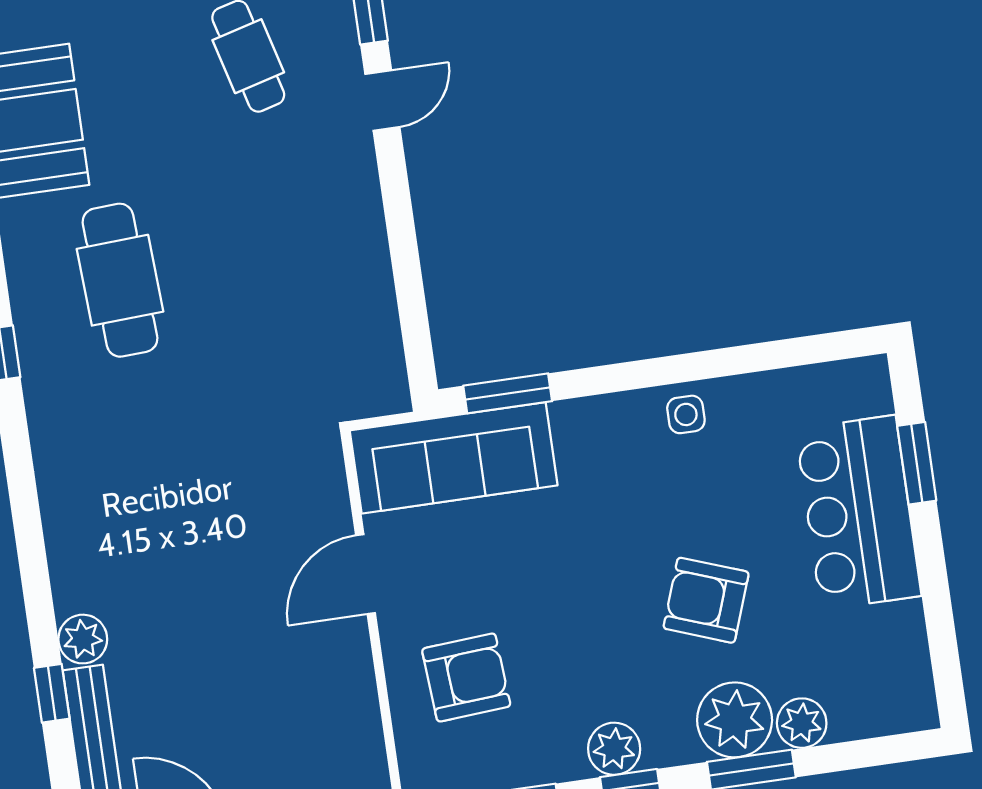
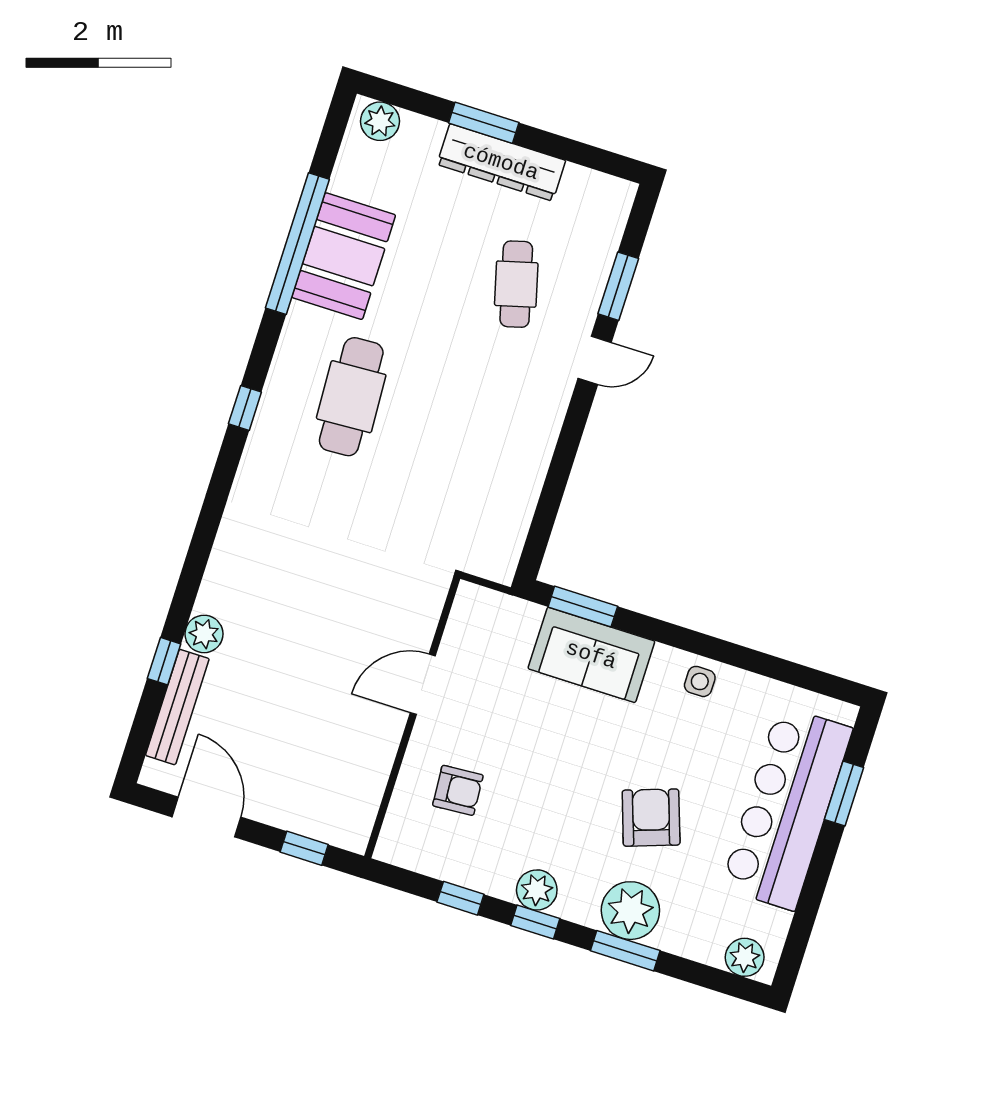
sofa: (454, 458) -> (591, 655), moved, width x0.73
bar counter: (858, 513) -> (787, 808), width x1.36
armchair: (706, 600) -> (651, 818), turned 51
armchair: (466, 678) -> (458, 790), width x0.72, depth x0.72
plant: (802, 723) -> (745, 957), moved

